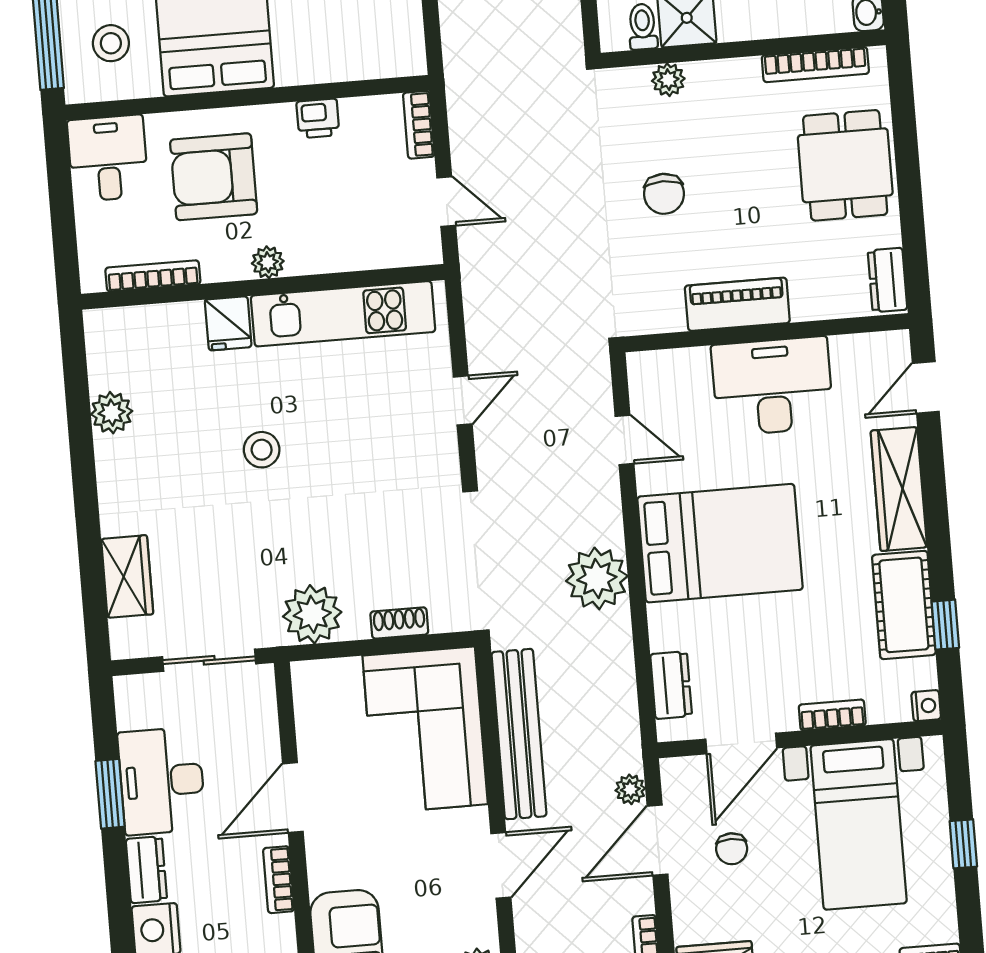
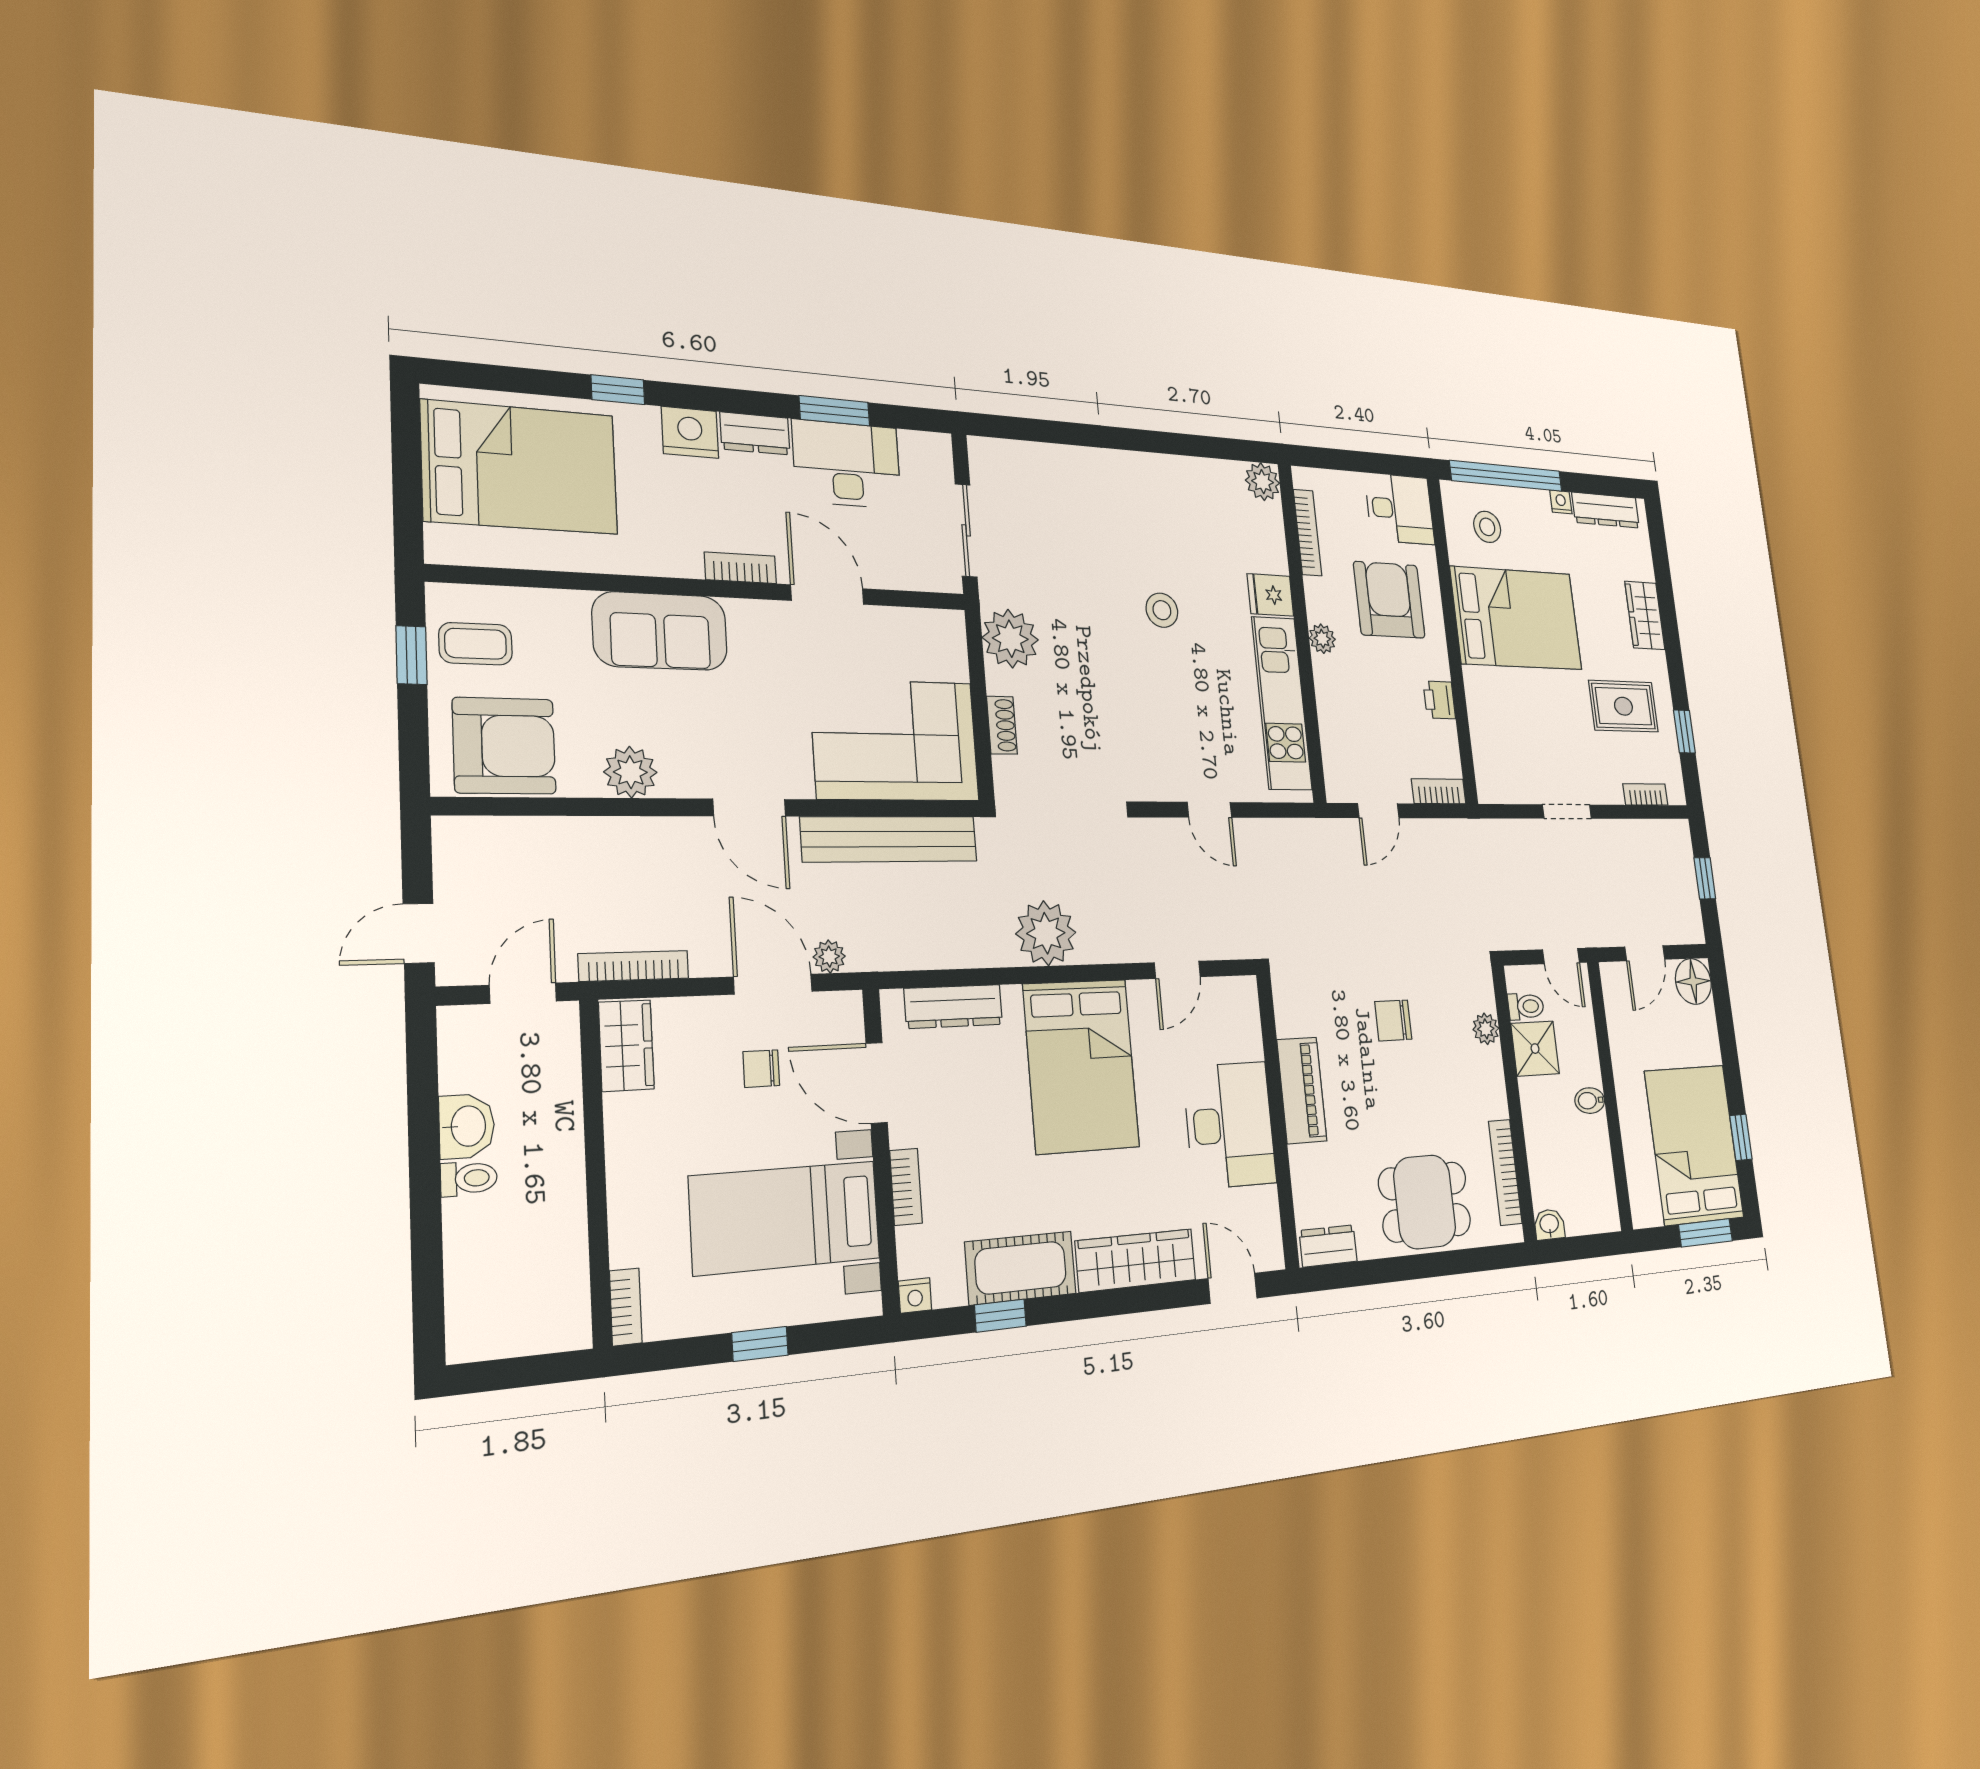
plant: (112, 413) -> (1263, 482), moved
wardrobe: (127, 576) -> (1045, 464), removed
dresser: (671, 685) -> (953, 1006), width x1.44

